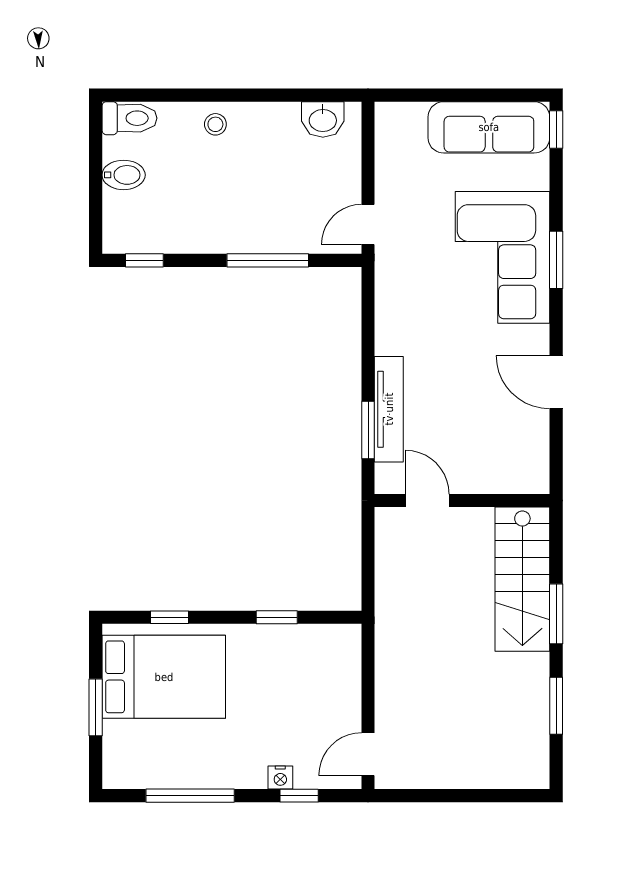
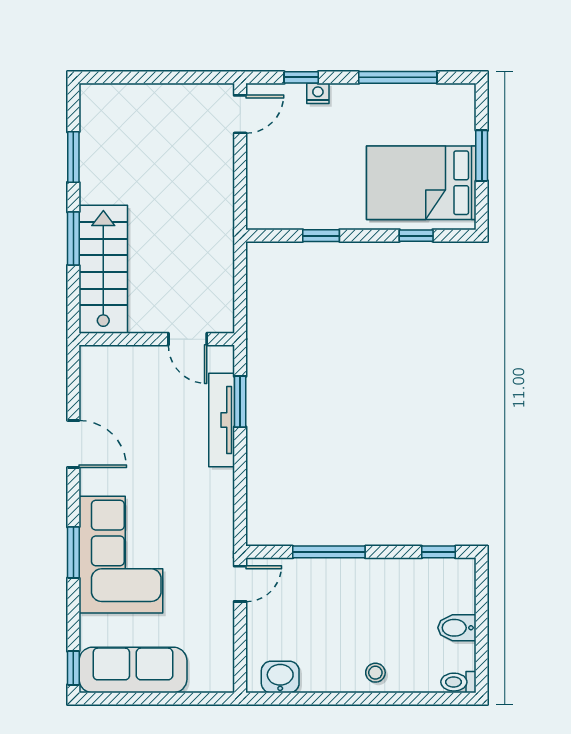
toilet: (129, 118) -> (458, 682), width x0.73, depth x0.72

